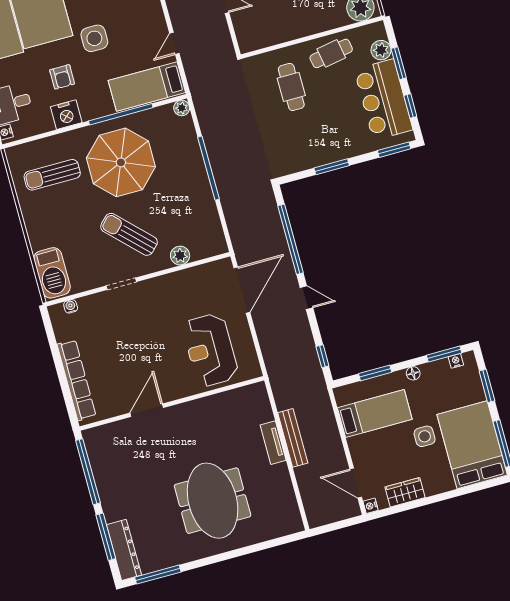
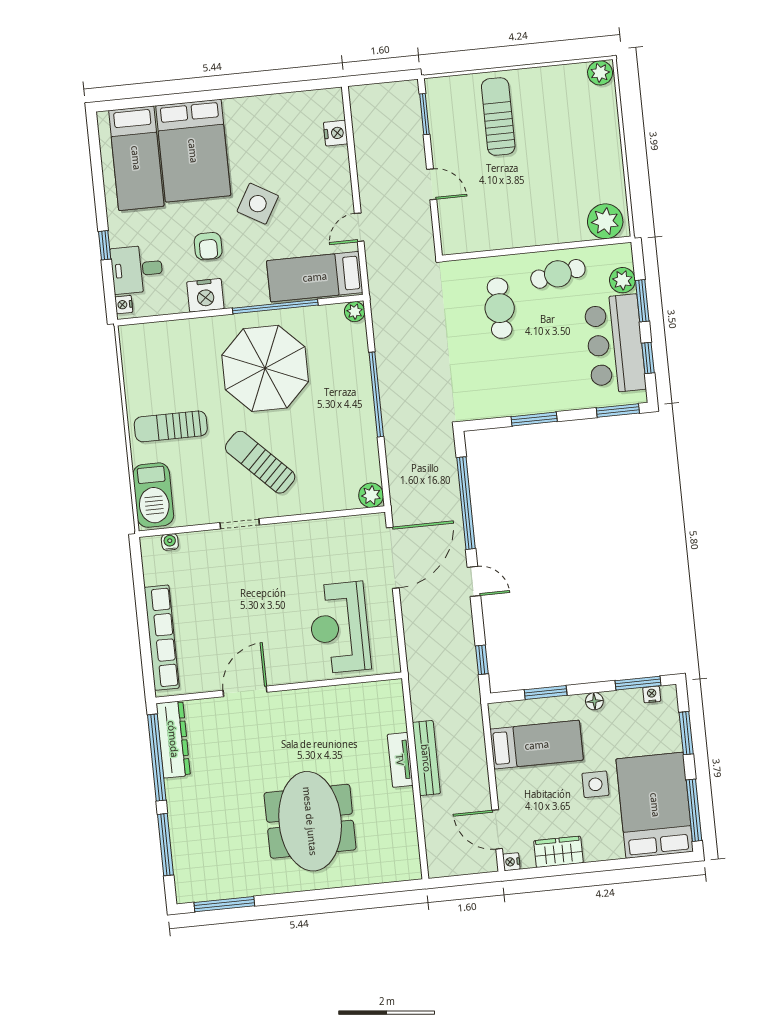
side table: (94, 38) -> (258, 204), turned 30
sun lounger: (52, 175) -> (171, 426), moved
plant: (180, 256) -> (371, 495), moved
dresser: (124, 550) -> (173, 739), moved

